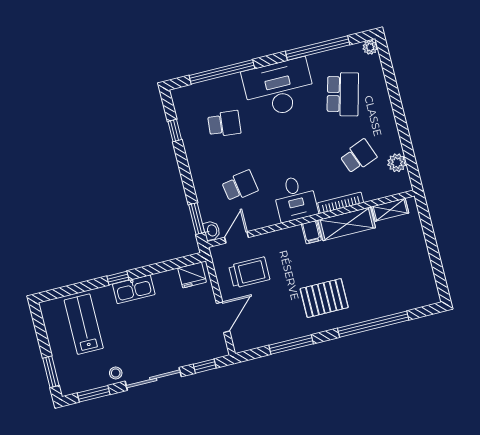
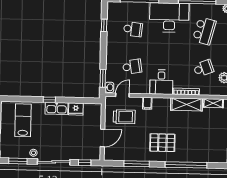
filing cabinet: (311, 232) -> (147, 103), moved
fridge: (192, 275) -> (76, 109), moved

